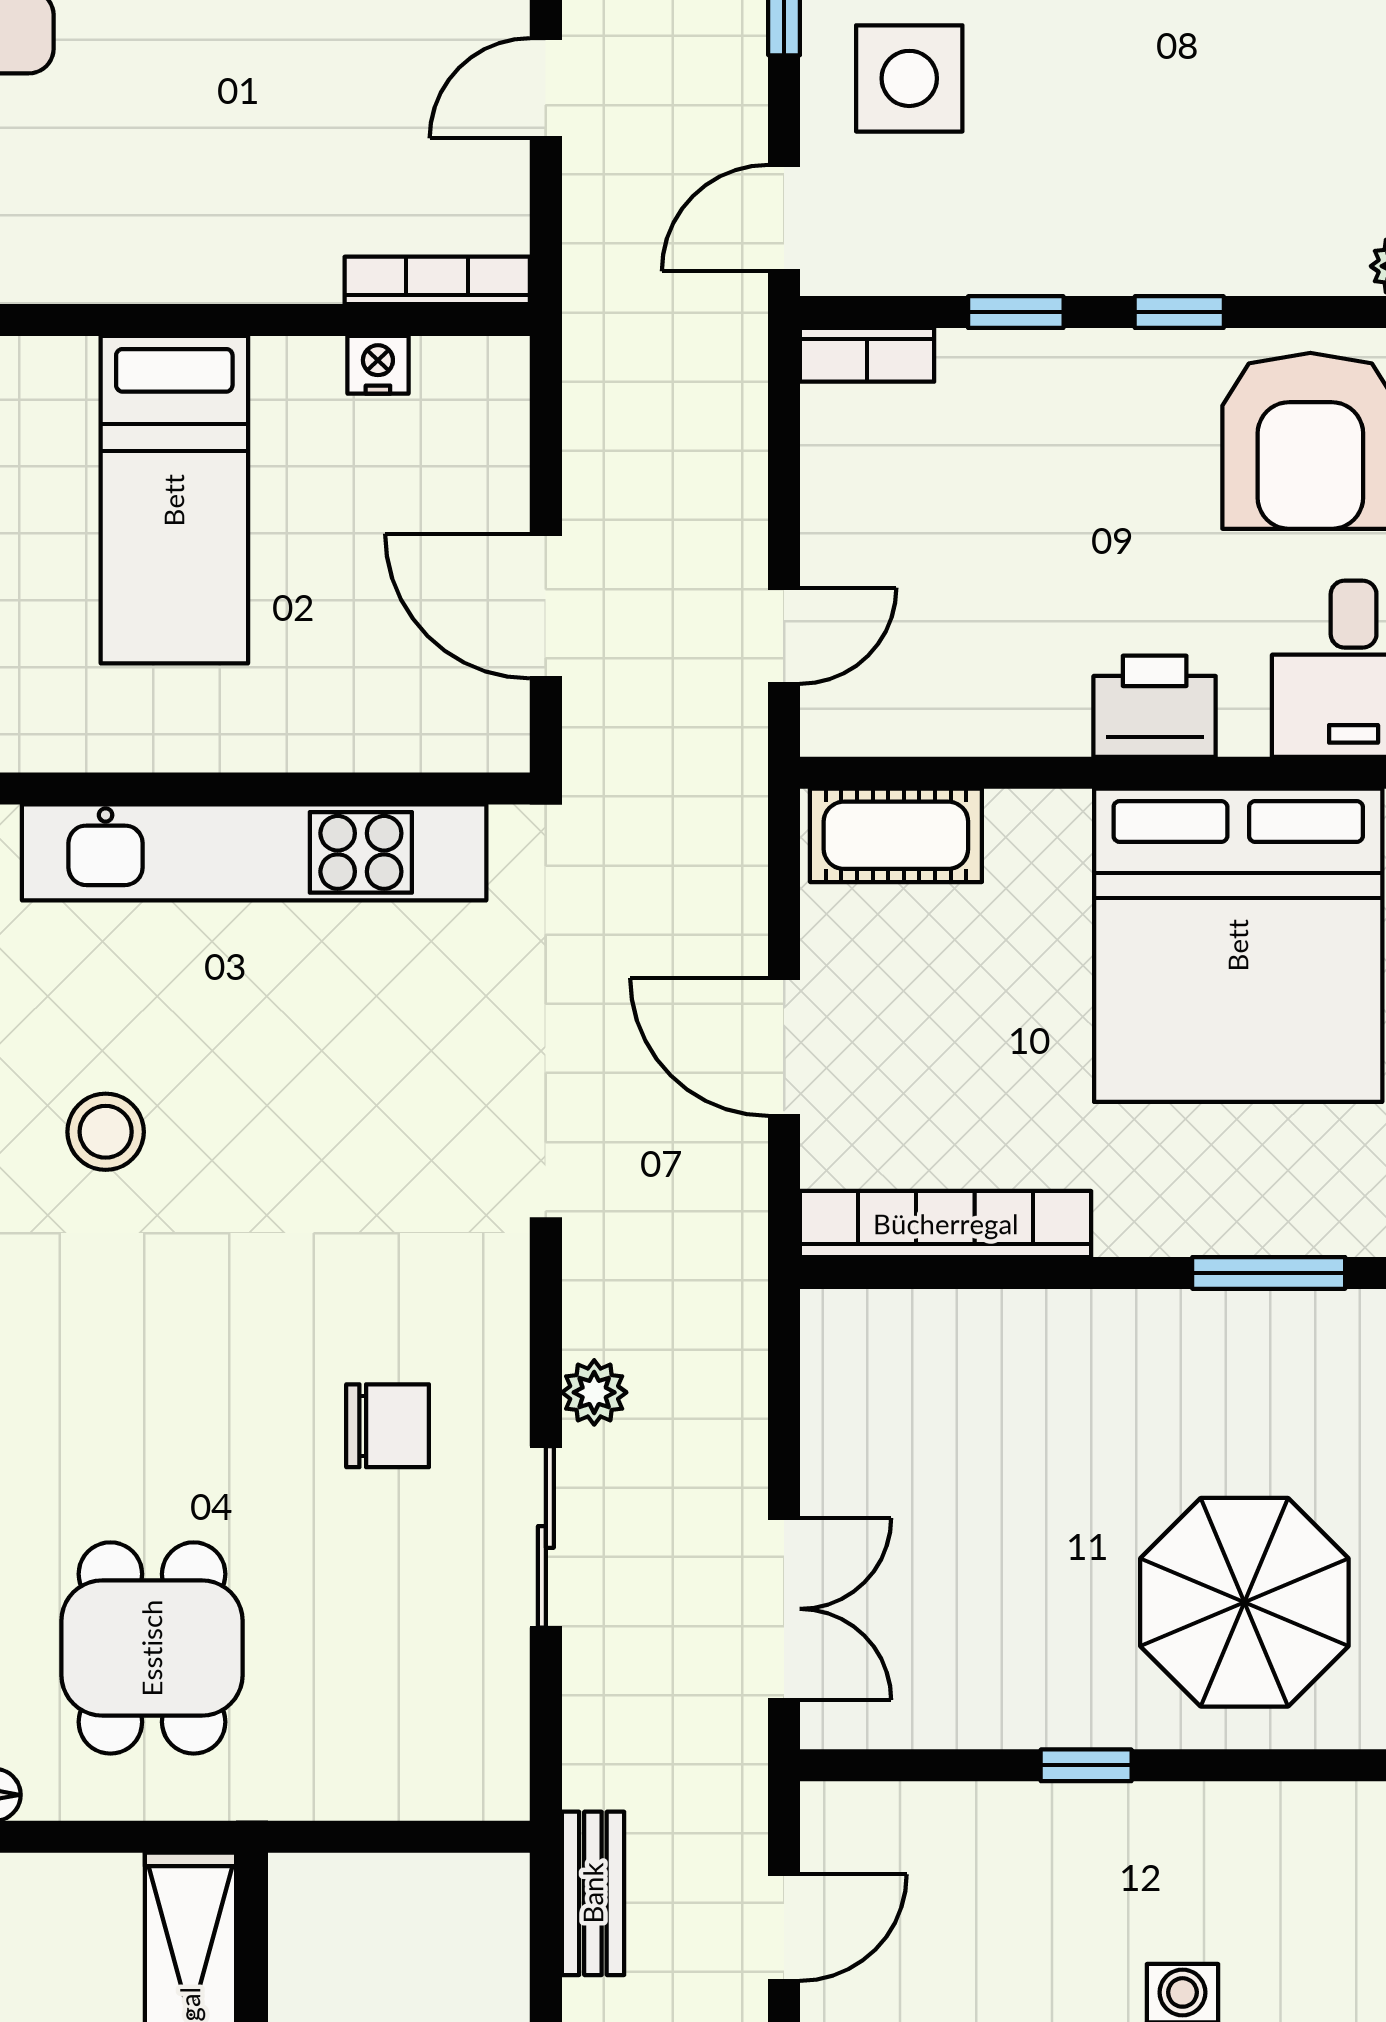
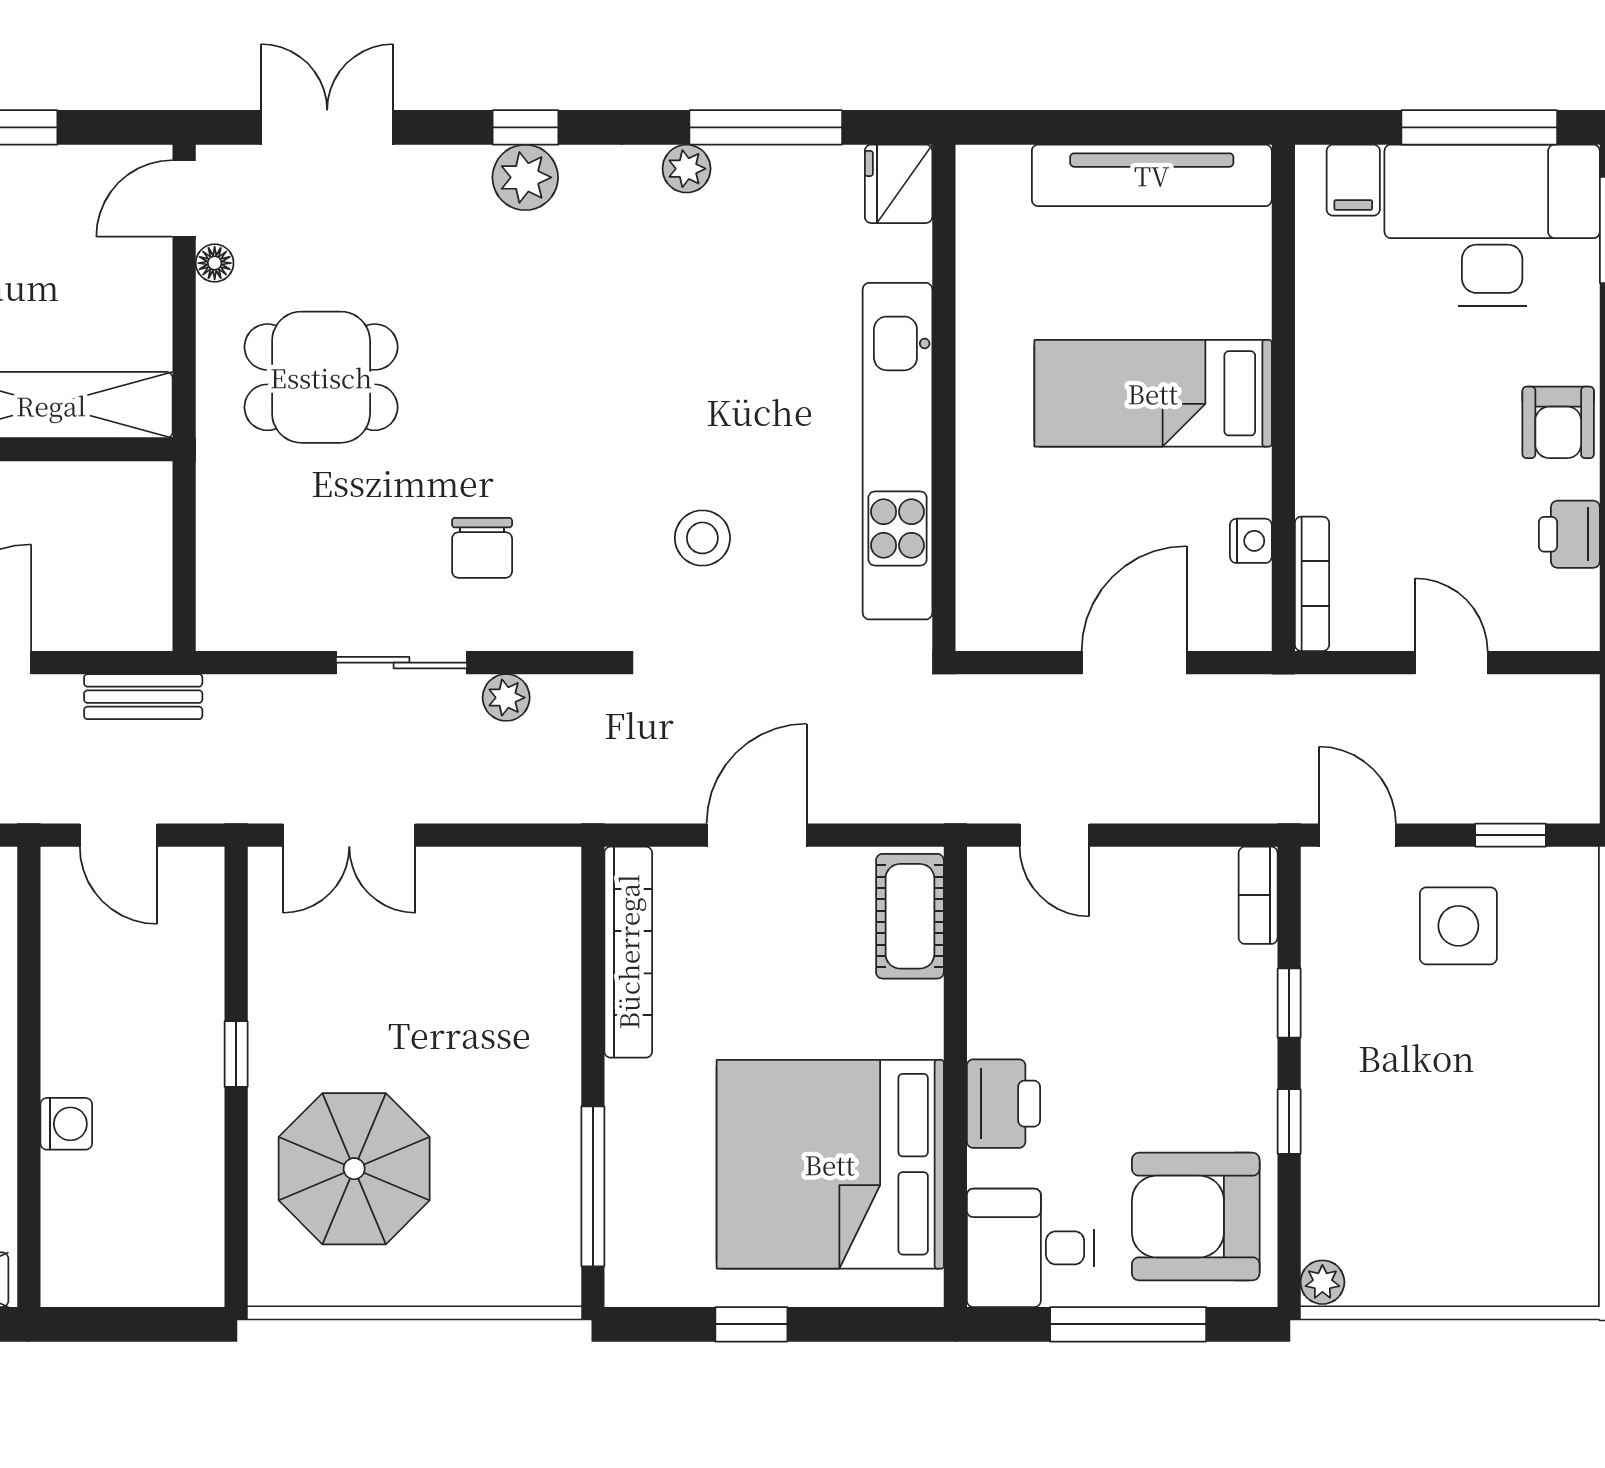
door: (546, 606) -> (1134, 663), moved
stool: (106, 1132) -> (702, 538), moved
window: (1269, 1273) -> (593, 1186), width x1.44

